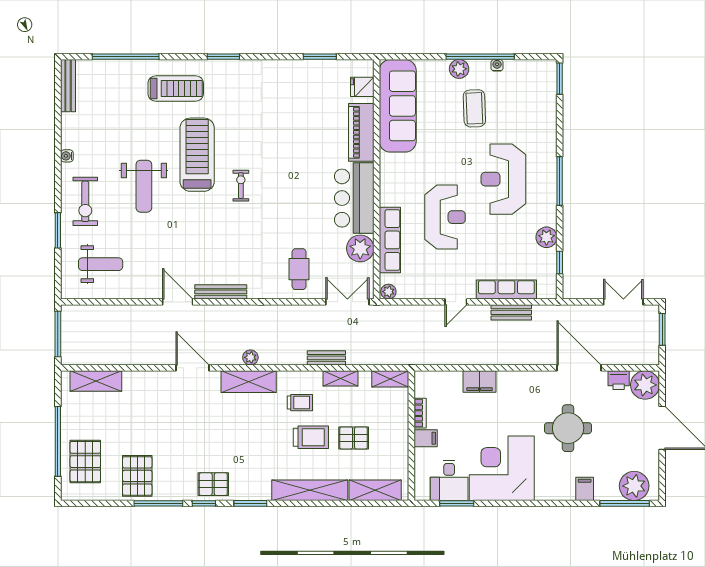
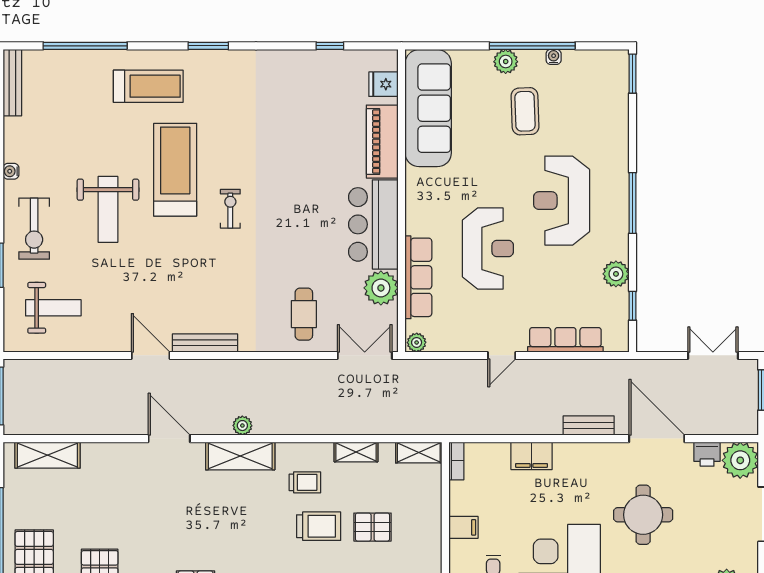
window: (320, 57) -> (330, 46), width x0.67
bench: (511, 312) -> (589, 425), moved
bench: (326, 358) -> (338, 426), removed
bookcase: (420, 413) -> (456, 461), moved

